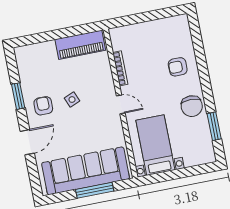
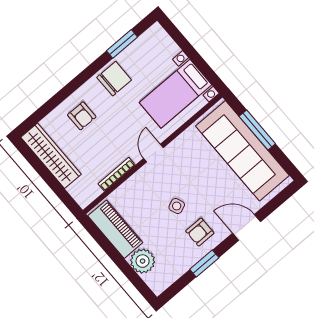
wardrobe: (161, 28) -> (51, 156), added
plant: (46, 52) -> (143, 261), added

